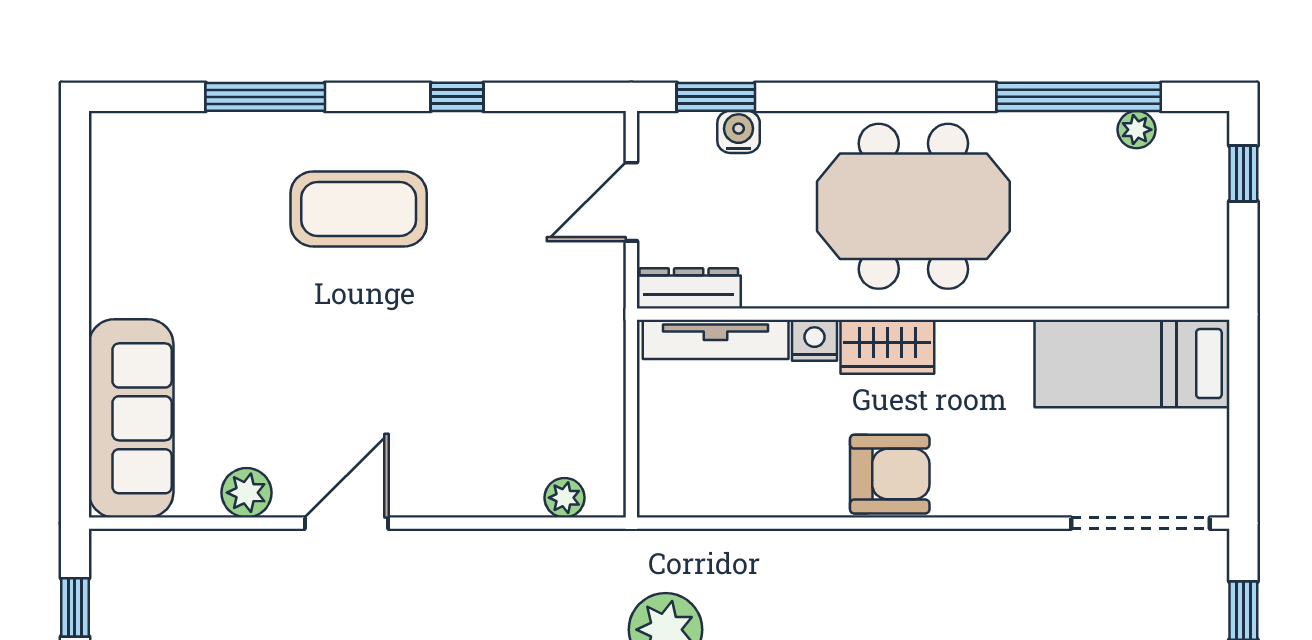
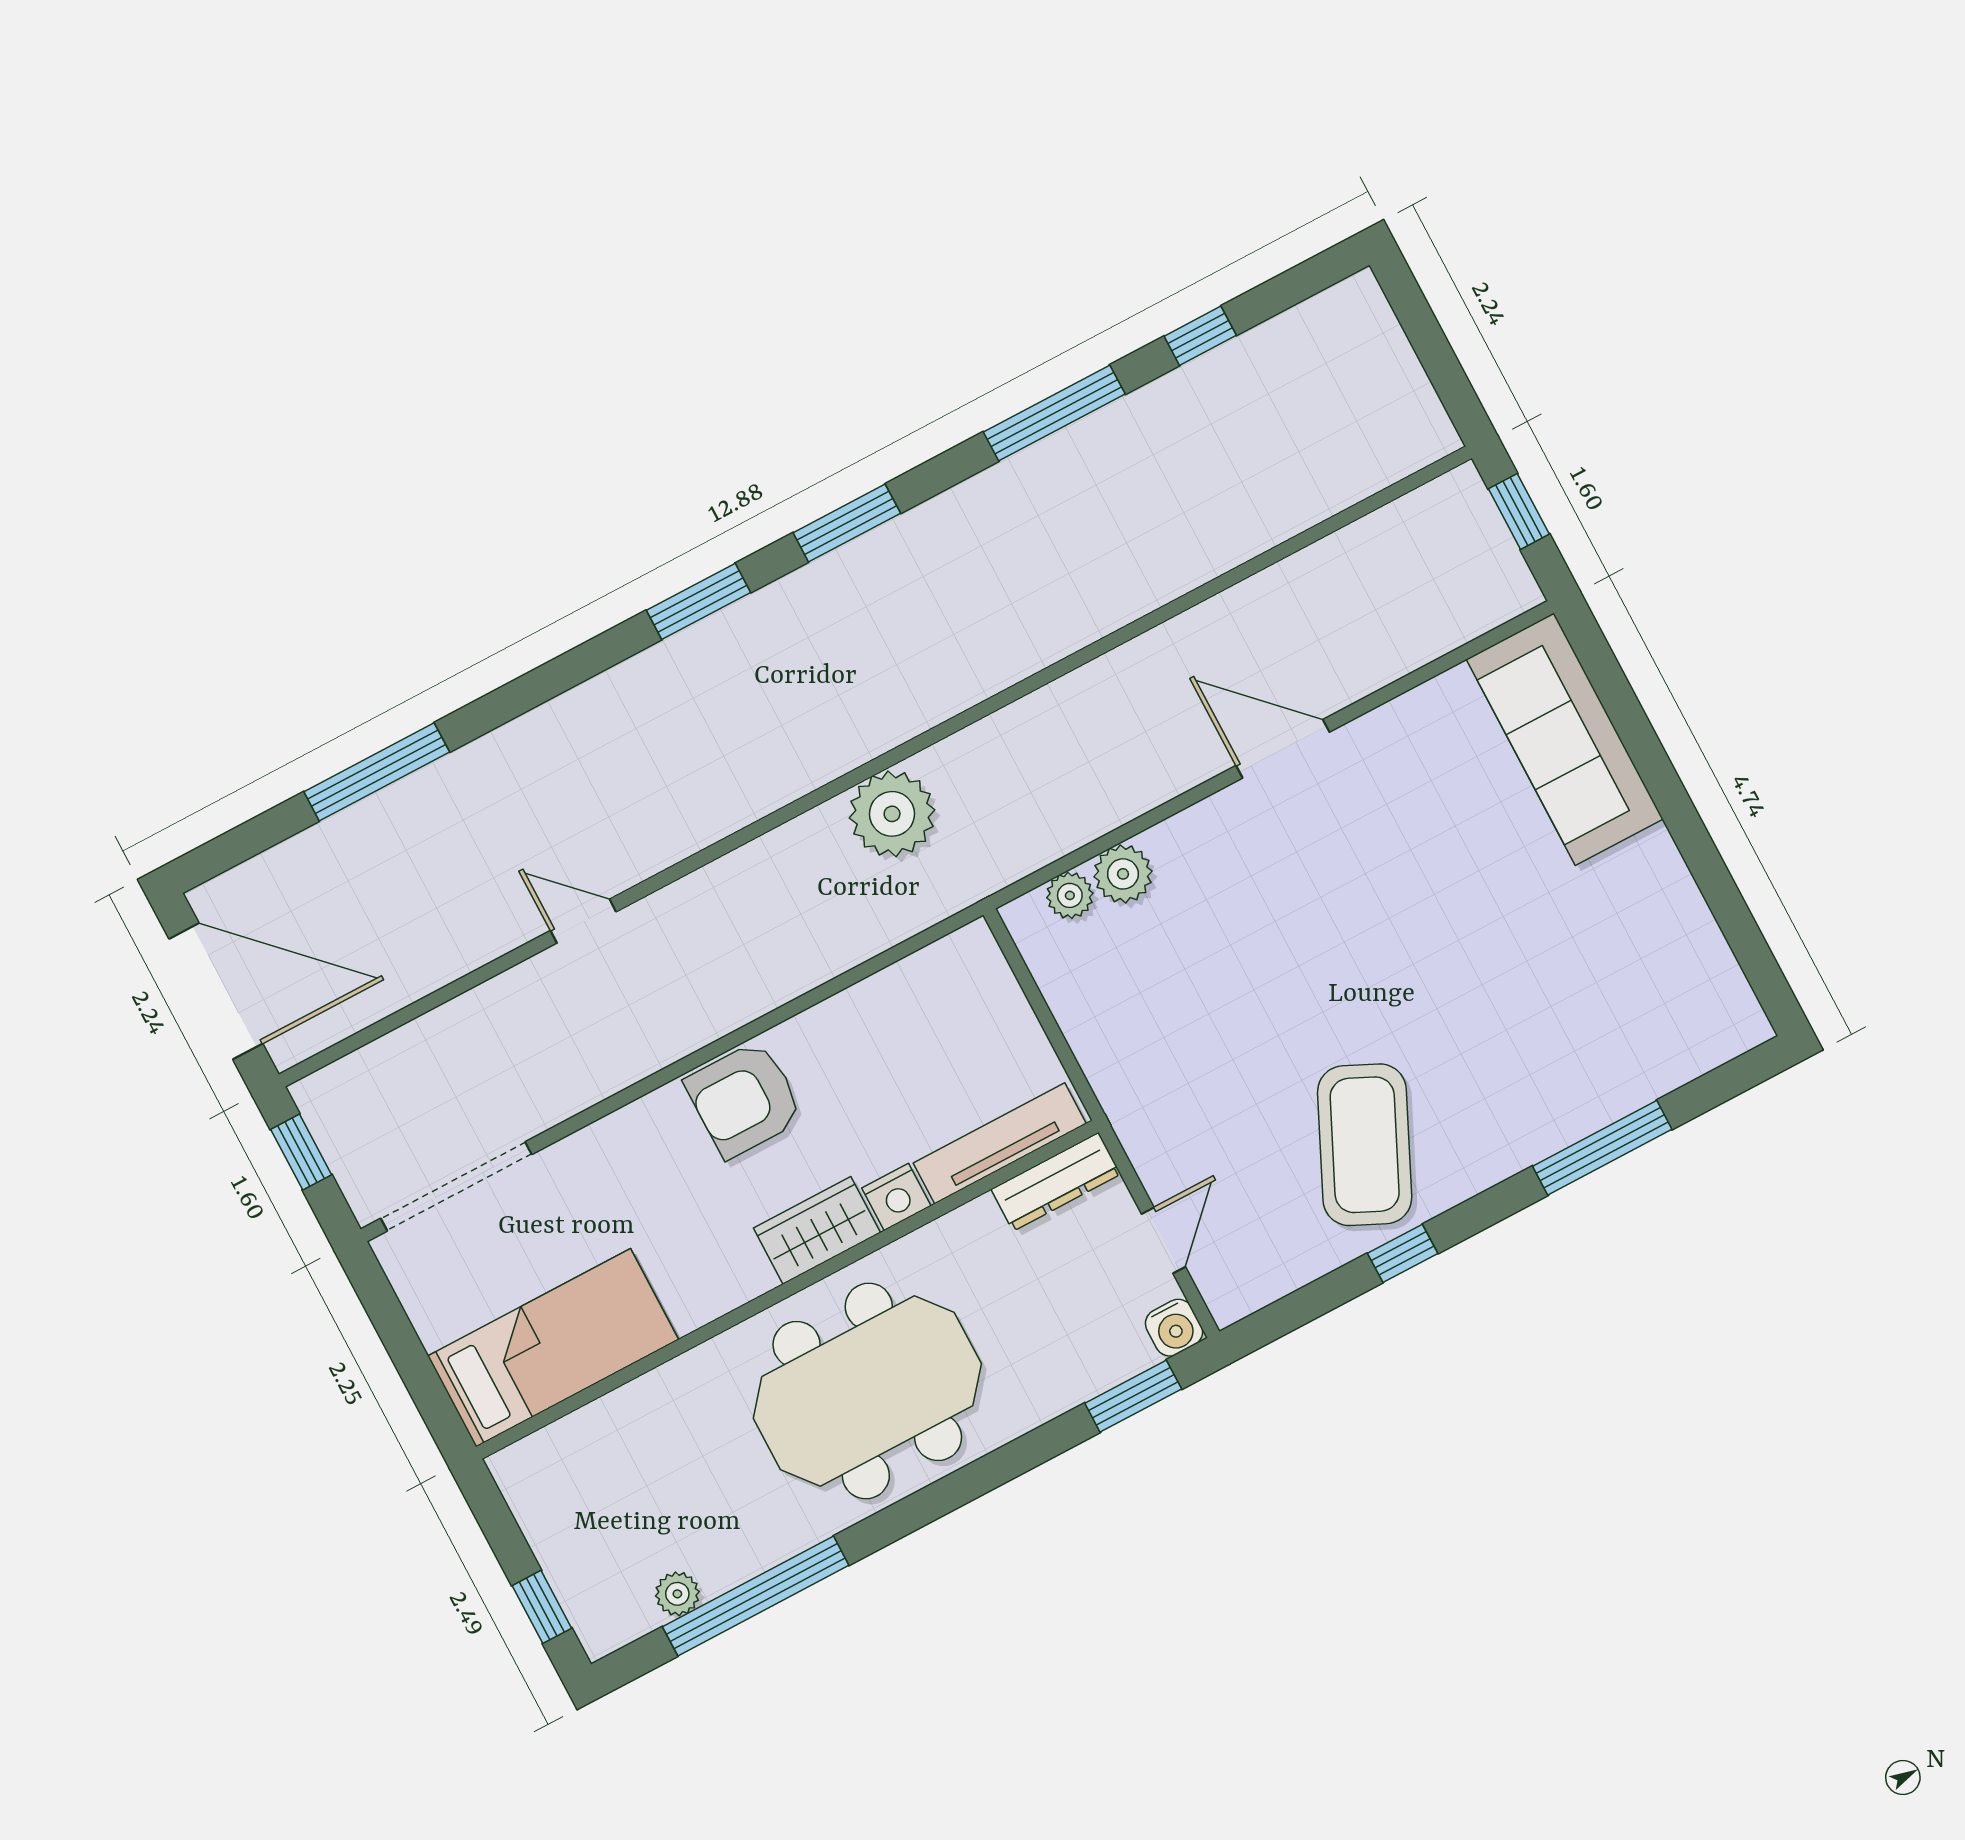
water cooler: (739, 132) -> (1174, 1328), moved
door: (631, 202) -> (1163, 1240), width x0.73
coffee table: (359, 209) -> (1365, 1145), moved, turned -65
plant: (247, 493) -> (1123, 874), moved
door: (346, 523) -> (1283, 749), swing flipped

